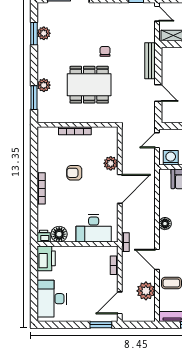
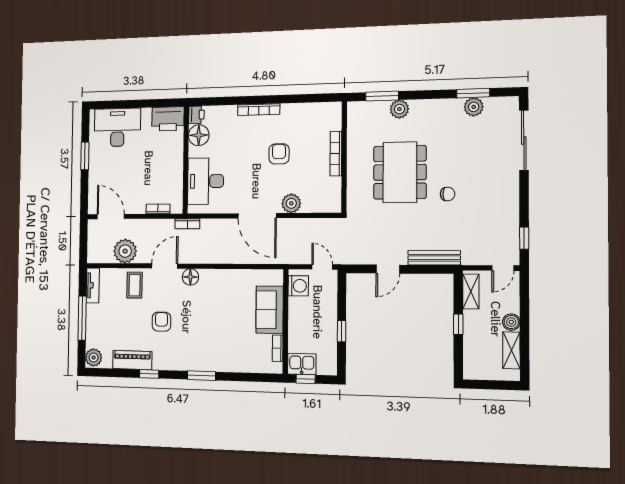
floor lamp: (165, 224) -> (190, 277), moved
window: (101, 325) -> (85, 156), moved

